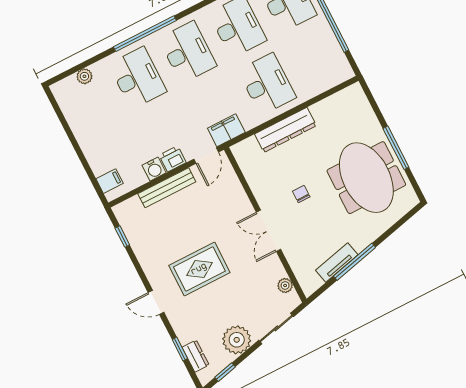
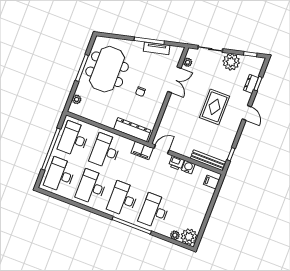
desk: (317, 58) -> (74, 139), added
plant: (67, 92) -> (189, 237), added
plant: (363, 106) -> (77, 99), added
dresser: (285, 130) -> (132, 130), moved
bench: (167, 188) -> (208, 160), moved
double door: (269, 231) -> (174, 80), moved
rug: (199, 269) -> (215, 107), turned 90
dresser: (196, 356) -> (251, 84), moved

